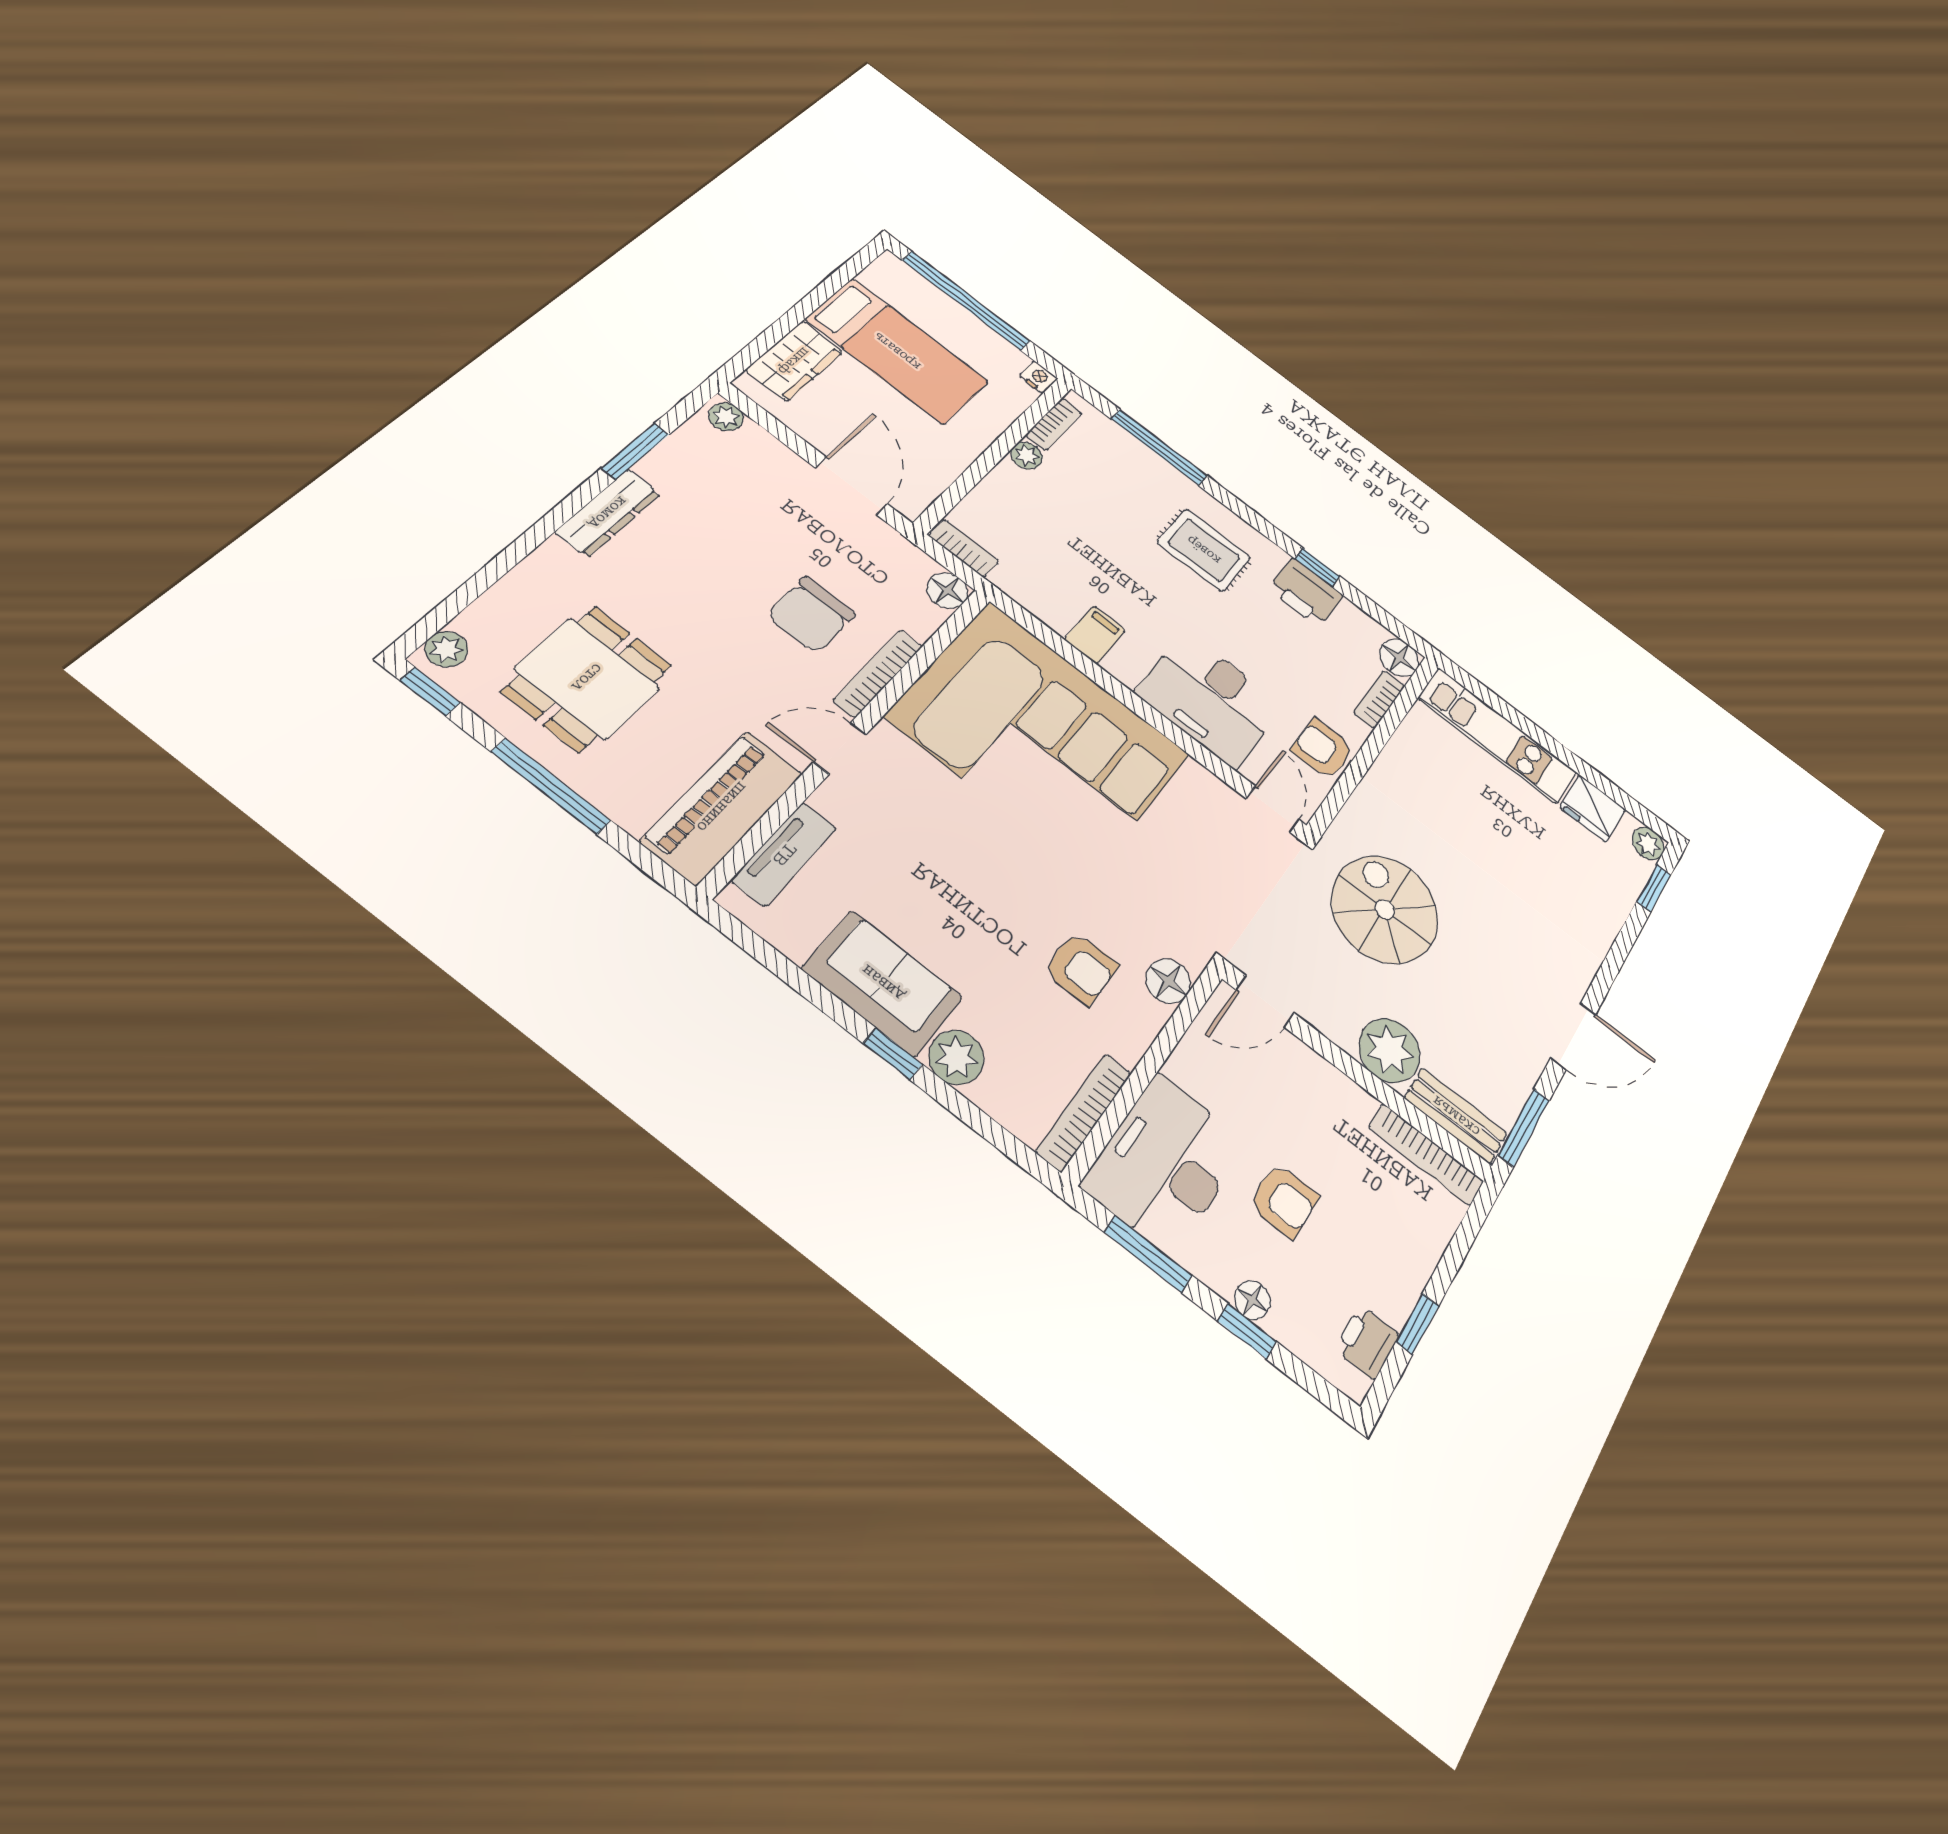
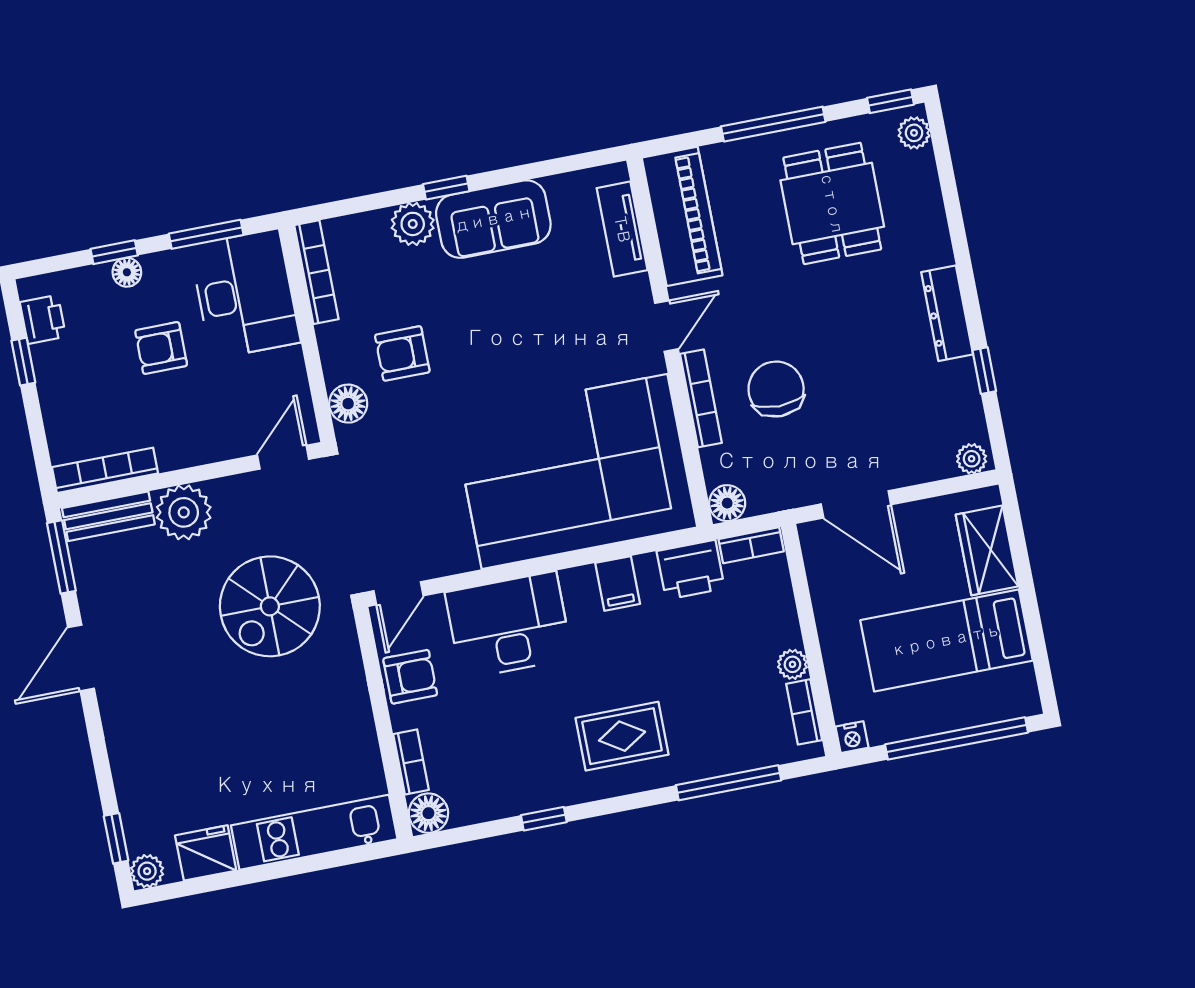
window: (635, 451) -> (984, 371), width x0.67
printer: (1306, 592) -> (691, 570), moved, turned 180
door: (1273, 809) -> (398, 593), hinge flipped
spiral stairs: (1385, 909) -> (270, 606), turned 90

